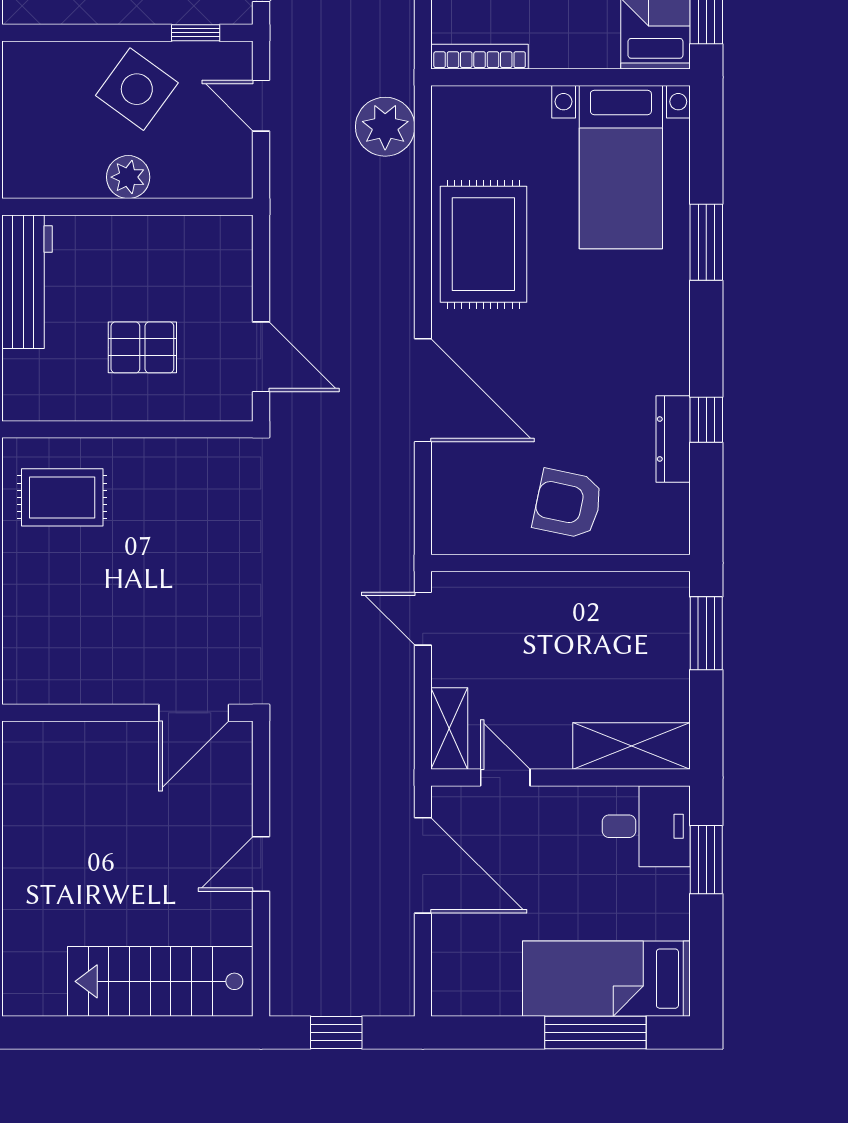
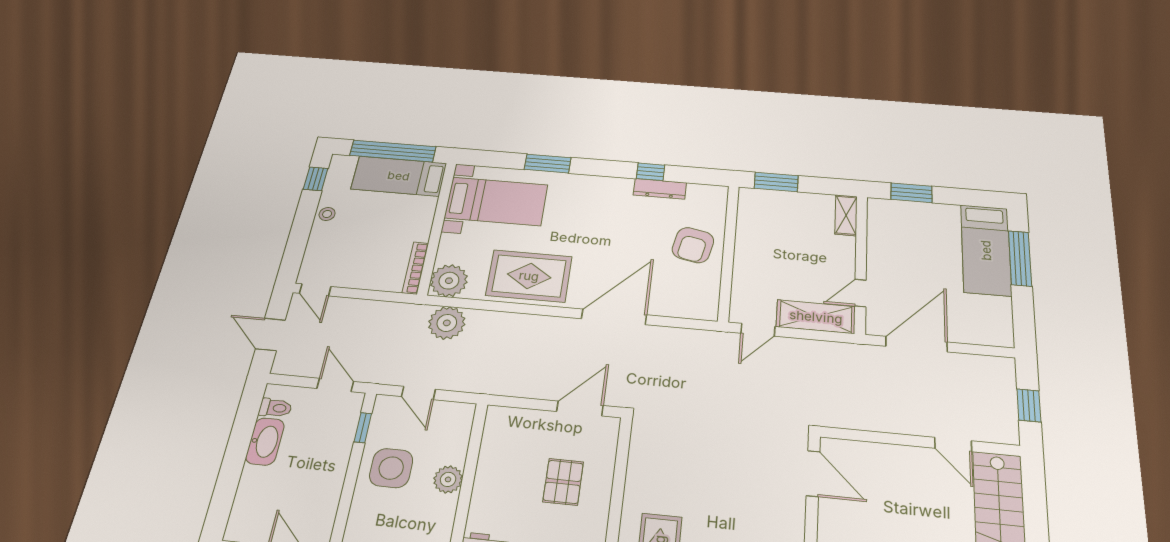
side table: (137, 89) -> (391, 468), turned -36
door: (261, 106) -> (418, 393), hinge flipped
plant: (462, 116) -> (449, 281), added
shelving: (449, 729) -> (816, 317), width x1.50, depth x1.33
shelving: (631, 746) -> (846, 215), width x0.67, depth x0.75
desk: (646, 826) -> (891, 221), removed
door: (261, 864) -> (953, 444), moved

